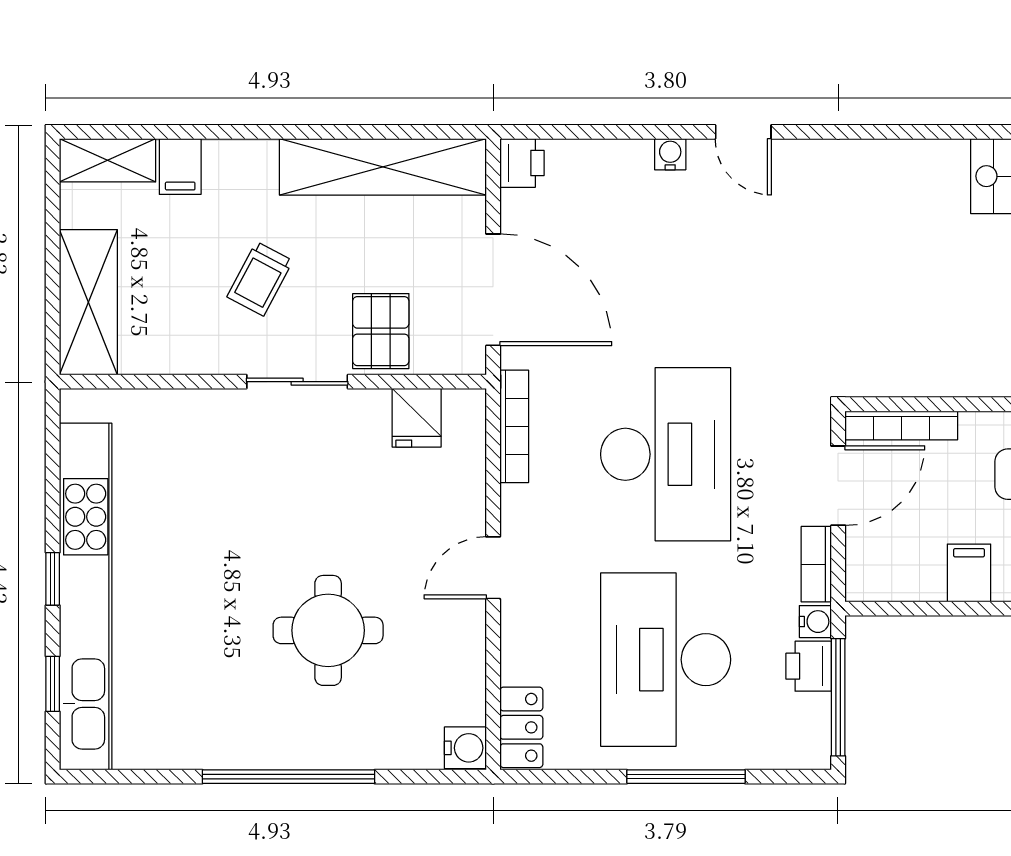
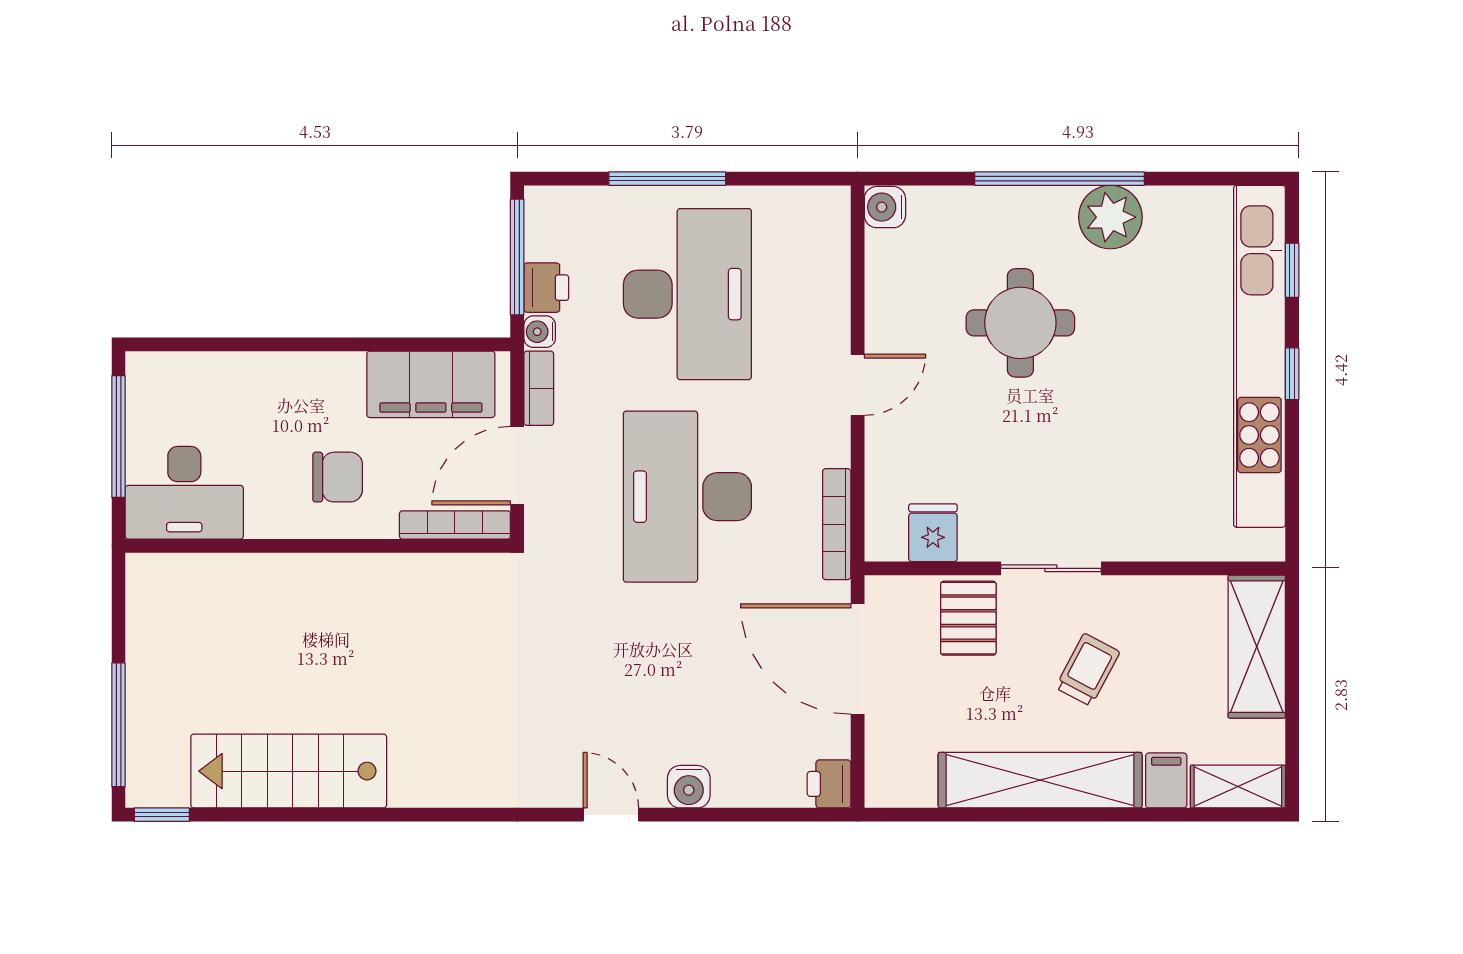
water cooler: (670, 154) -> (689, 787), width x1.38, depth x1.38
shelving: (383, 167) -> (1040, 780), moved
filing cabinet: (969, 573) -> (431, 384), width x3.00, depth x1.17
locker: (521, 727) -> (830, 227), removed
plant: (237, 738) -> (1110, 217), added

